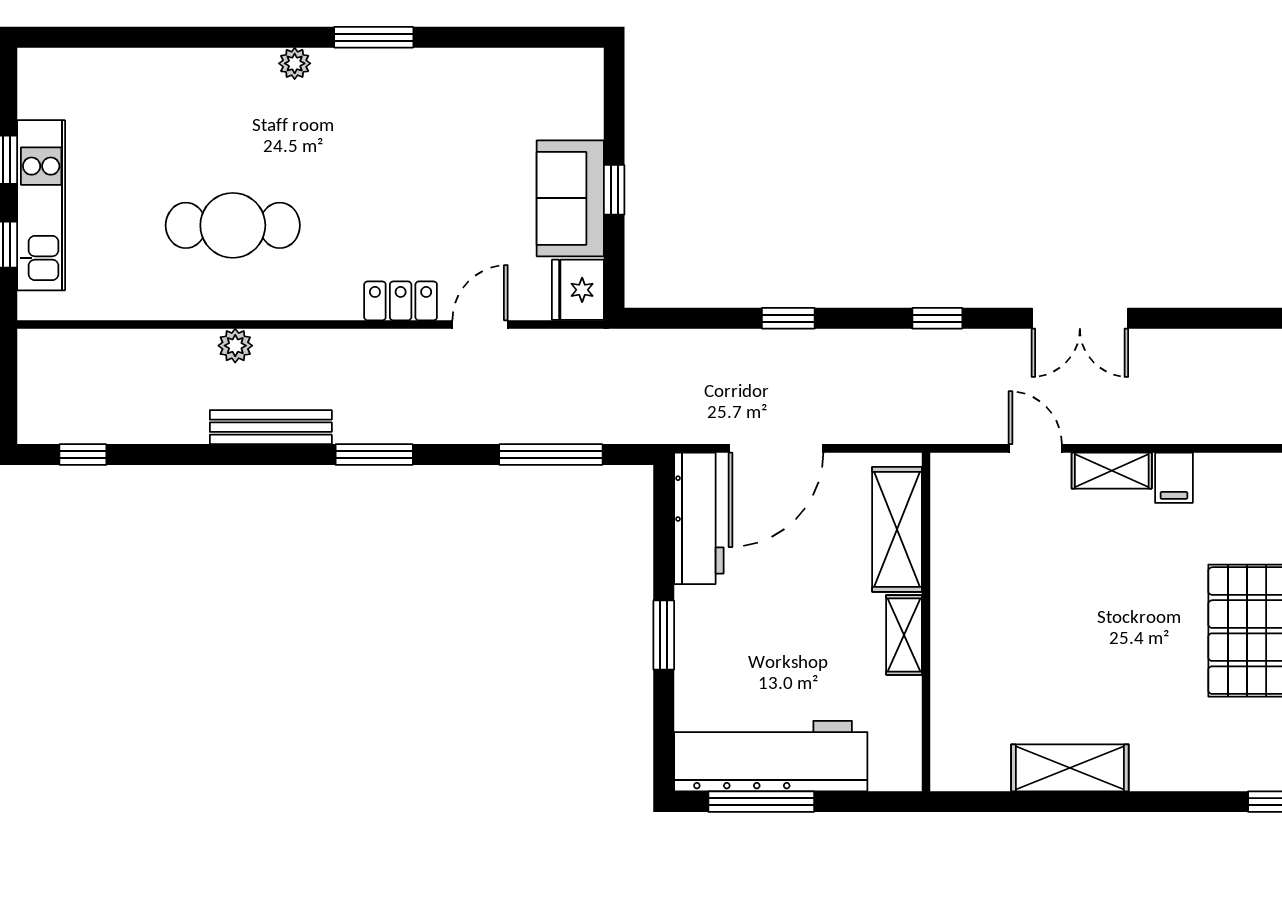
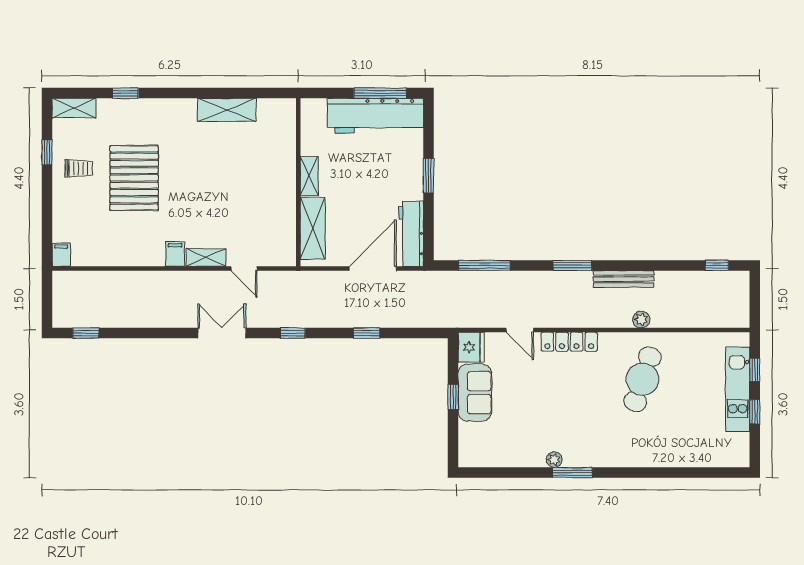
plant: (295, 63) -> (554, 460), moved
cafe table: (233, 225) -> (642, 379), turned -72
locker: (401, 301) -> (569, 342), width x1.53
door: (480, 324) -> (520, 330), hinge flipped

